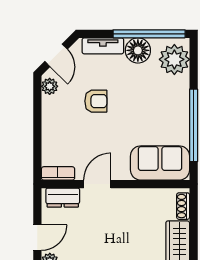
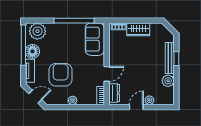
plant: (50, 86) -> (73, 100), moved
armchair: (96, 101) -> (61, 75), width x1.88, depth x1.88
door: (97, 184) -> (107, 74), swing flipped
door: (37, 238) -> (136, 107), hinge flipped

